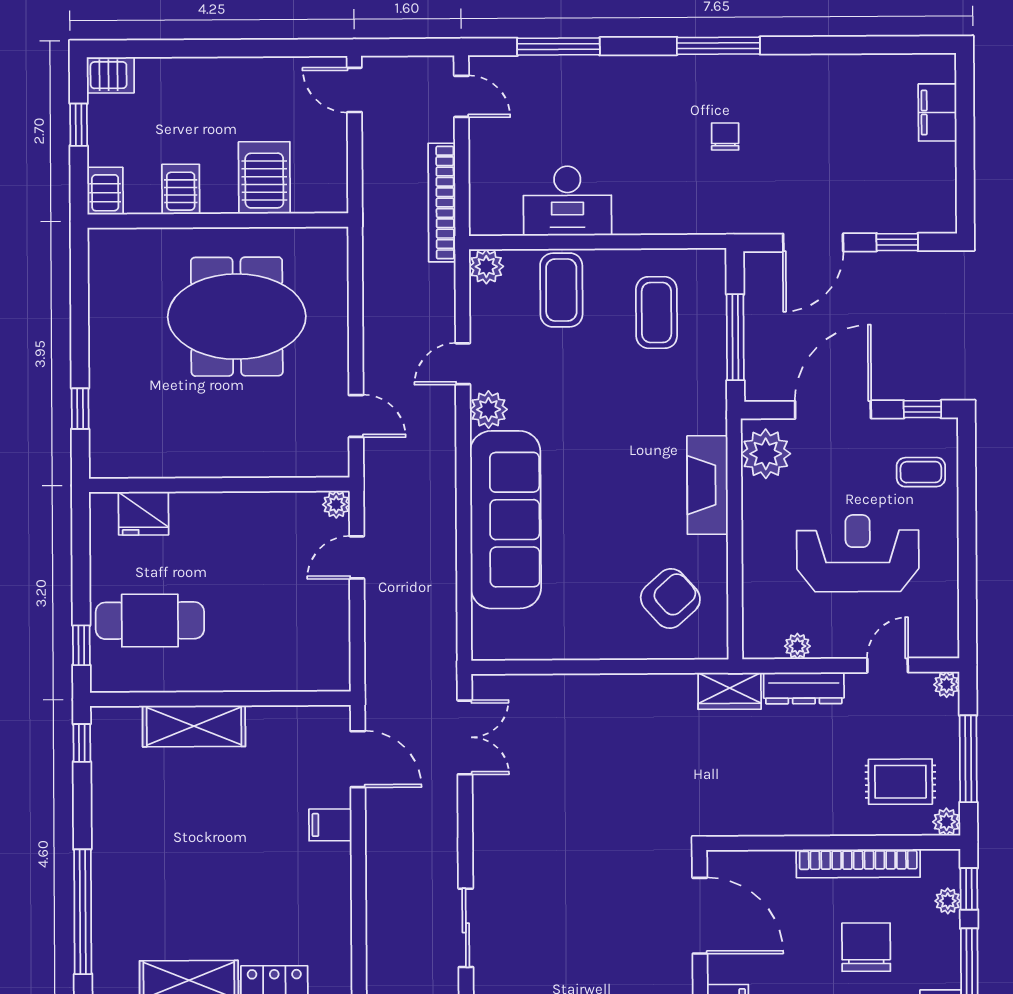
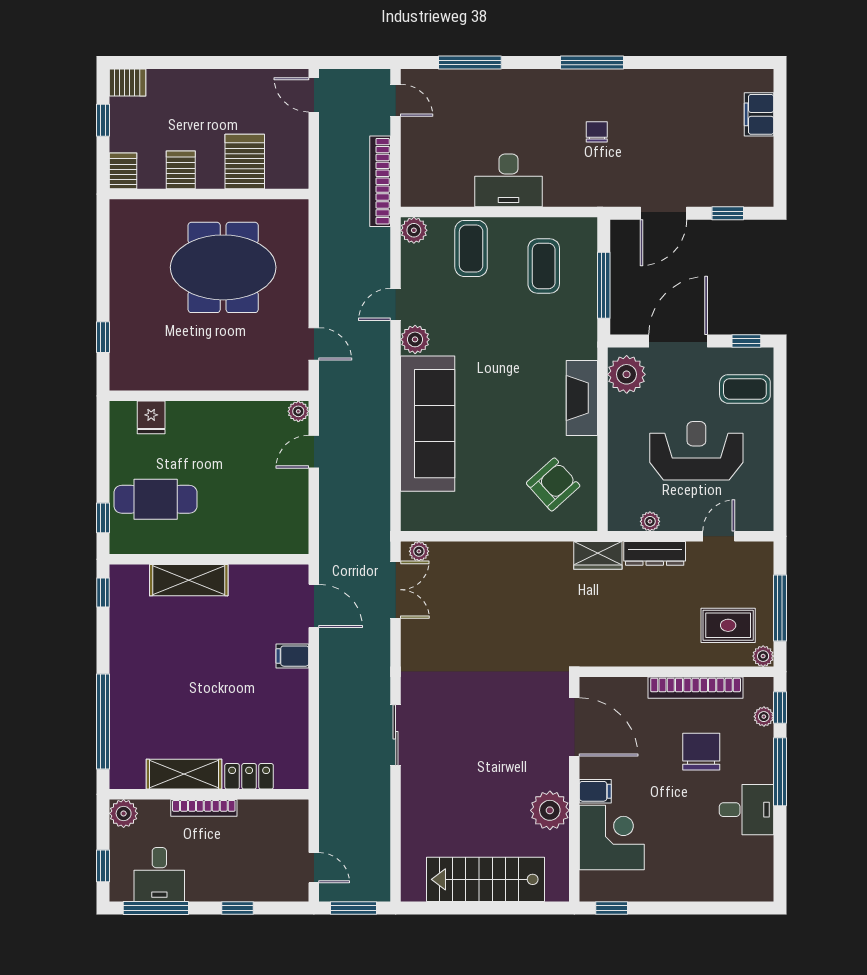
desk: (567, 201) -> (509, 180), moved
coffee table: (921, 472) -> (745, 389), width x1.36, depth x1.30
fridge: (144, 513) -> (151, 417), width x0.72
plant: (947, 685) -> (419, 551), moved

